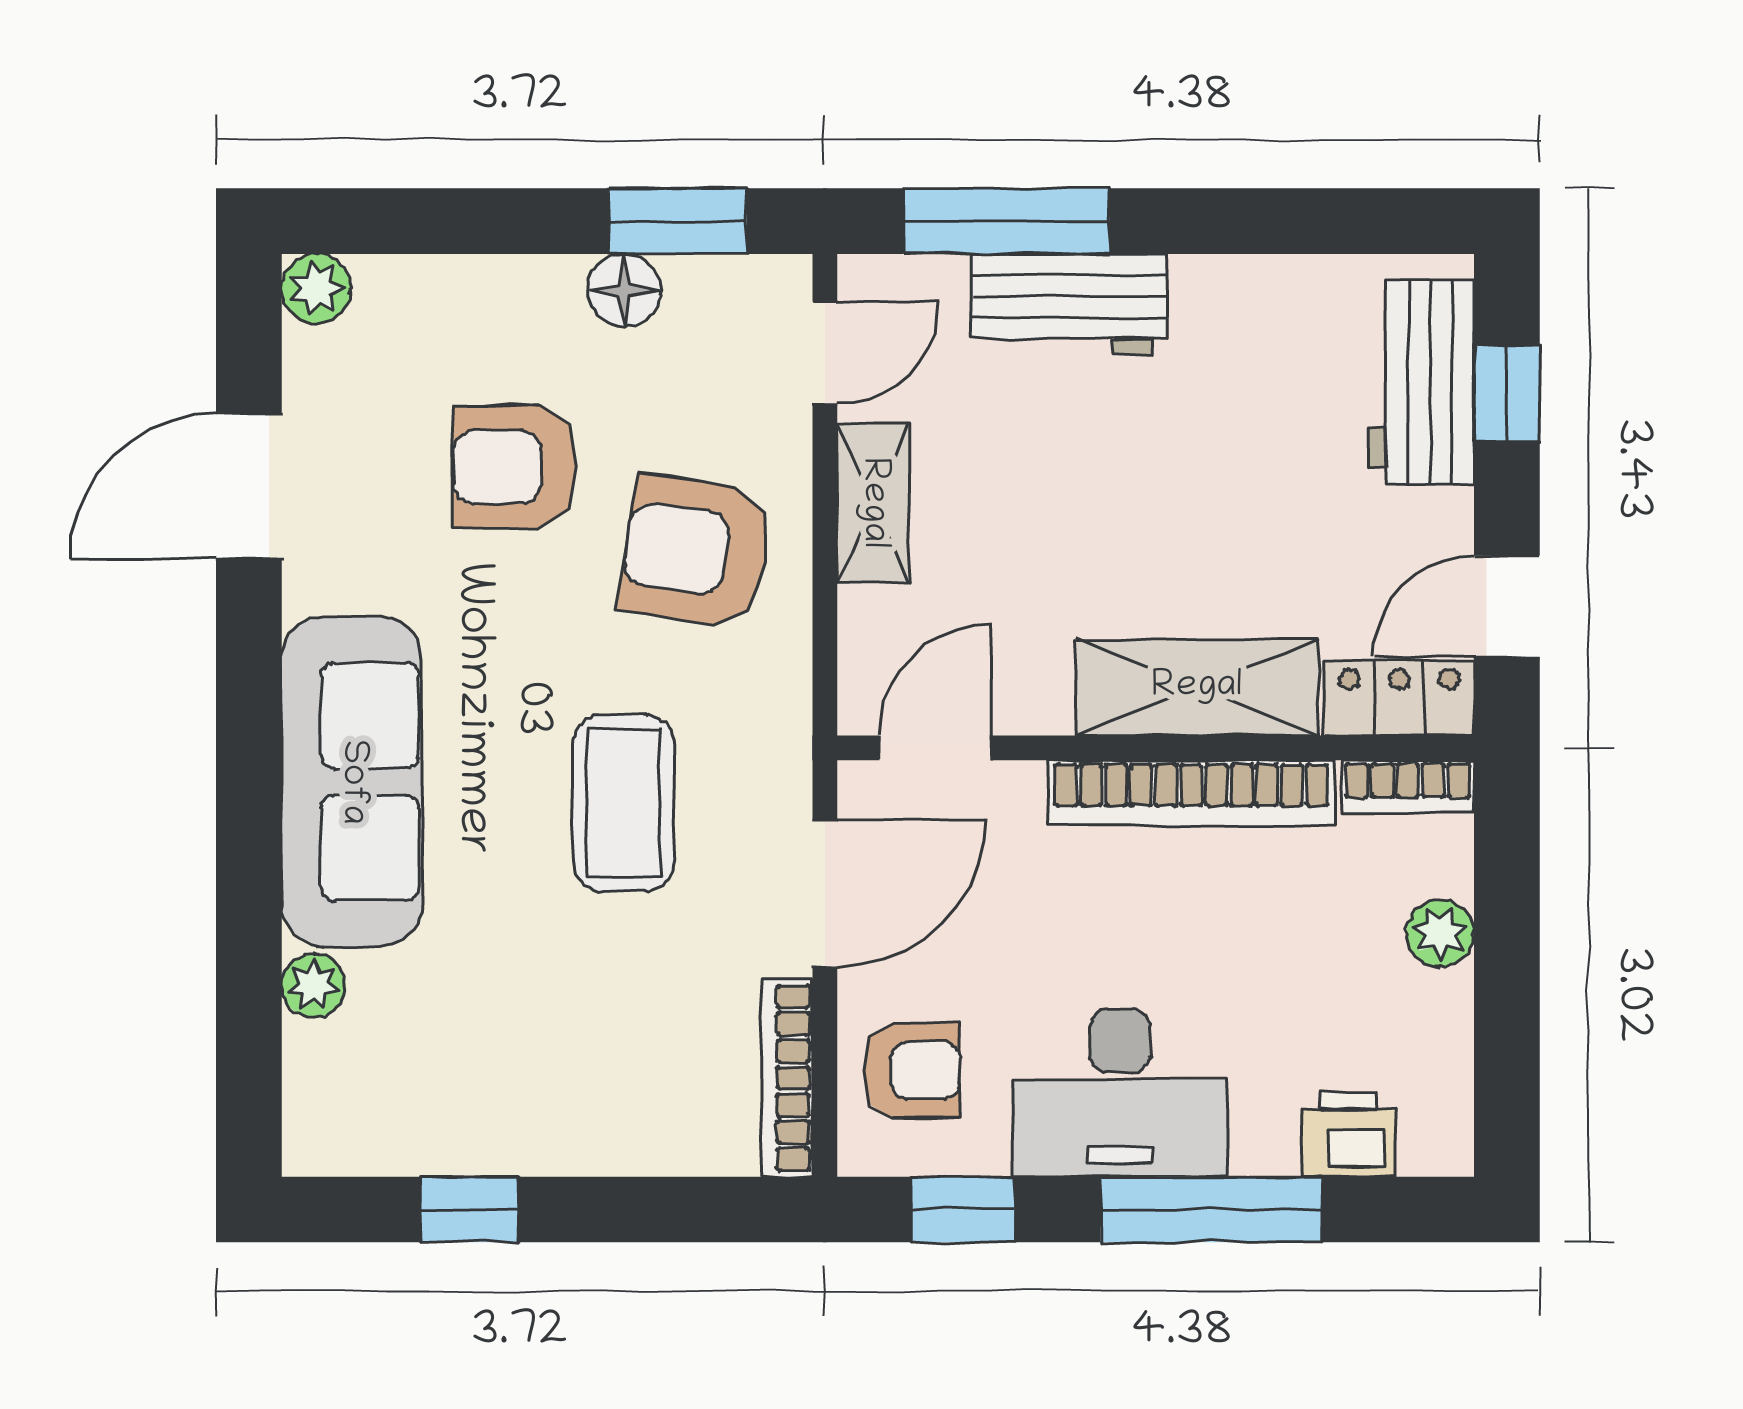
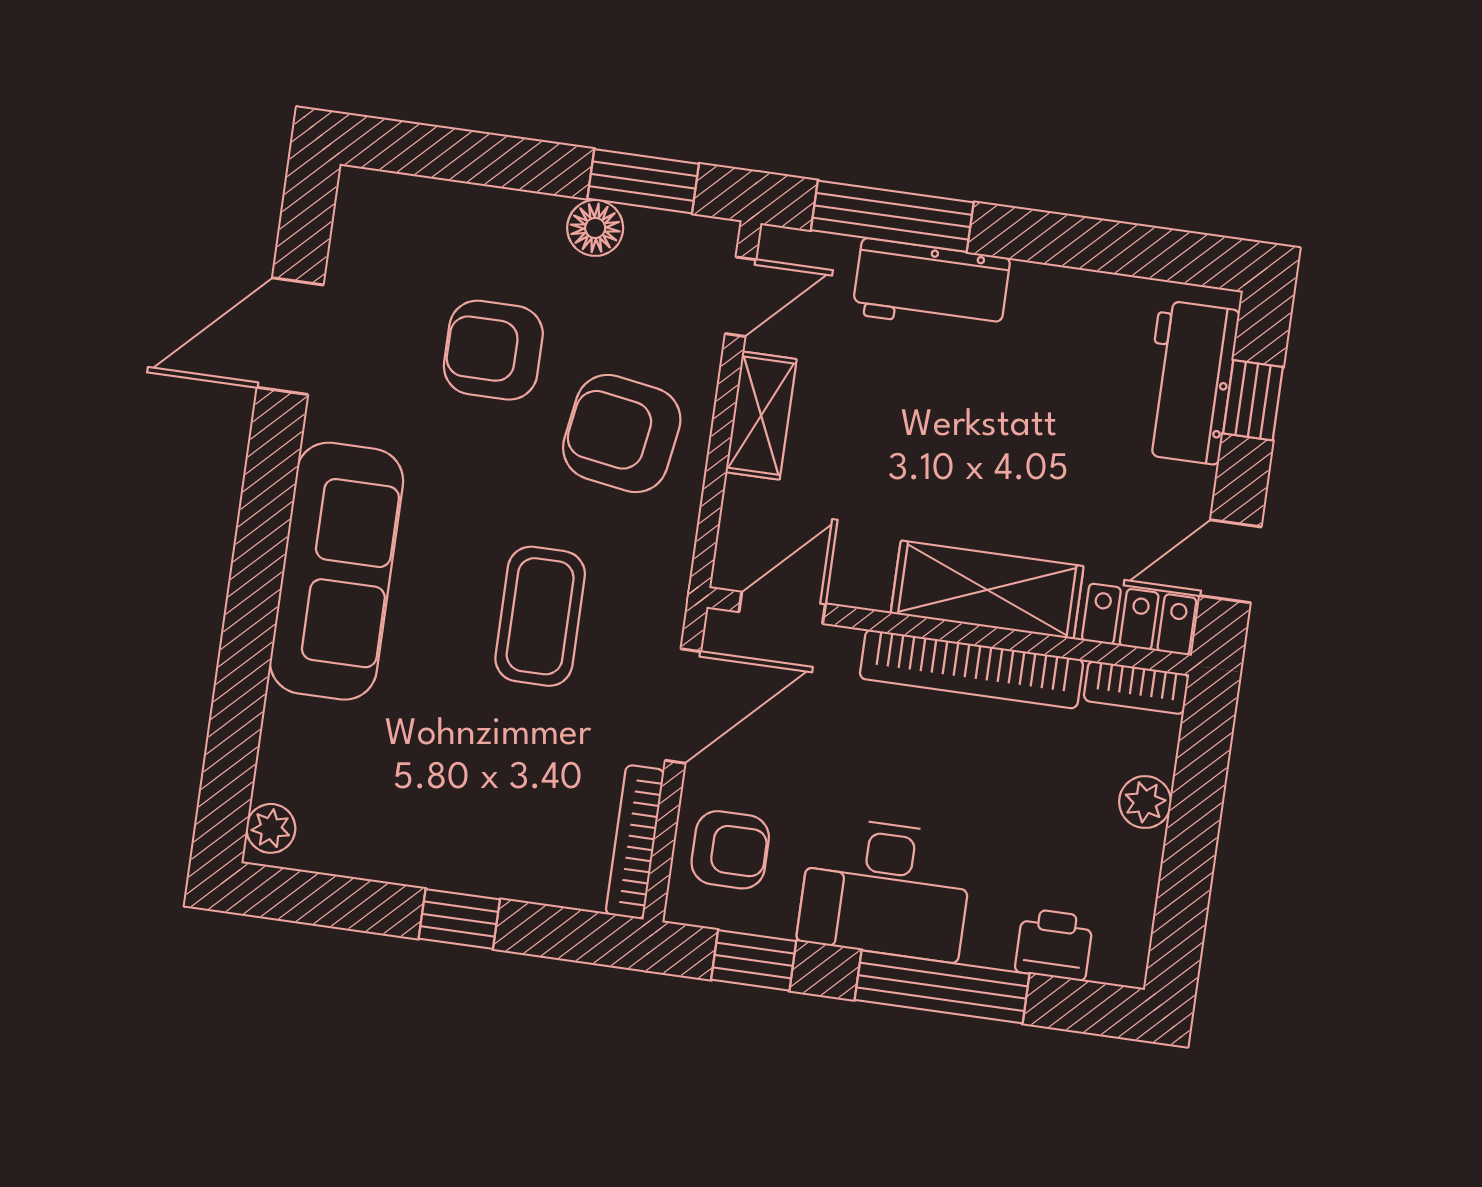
plant: (316, 288) -> (362, 194), removed
plant: (314, 985) -> (271, 828), moved
window: (469, 1210) -> (459, 919), moved

